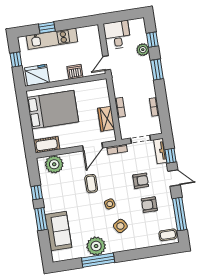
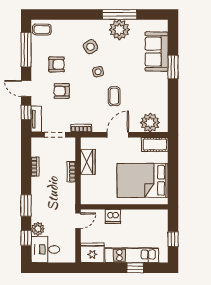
desk: (117, 35) -> (45, 250), moved, turned 90
fridge: (37, 75) -> (92, 253), moved, turned 180
door: (93, 147) -> (118, 135), moved
window: (37, 192) -> (173, 96), removed

